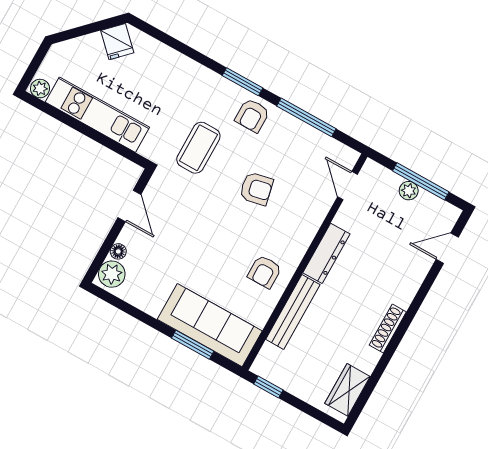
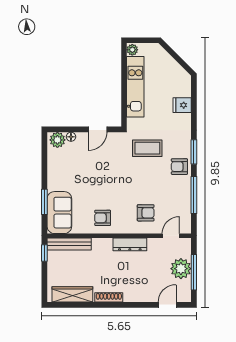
fridge: (117, 42) -> (182, 105), moved, turned 45
armchair: (256, 189) -> (146, 213), moved, turned -78
plant: (409, 191) -> (181, 269), width x1.88, depth x1.88
door: (447, 248) -> (167, 305), hinge flipped
bench: (293, 312) -> (69, 244), moved
sofa: (210, 325) -> (59, 213), width x0.73
wardrobe: (347, 390) -> (72, 294), width x1.50

